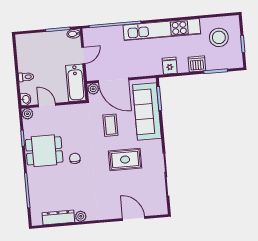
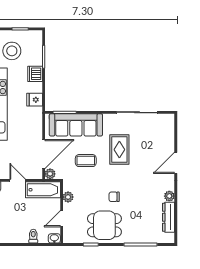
plant: (27, 114) -> (68, 197), moved
dining table: (44, 151) -> (104, 225), turned 90
door: (134, 218) -> (176, 163), moved

